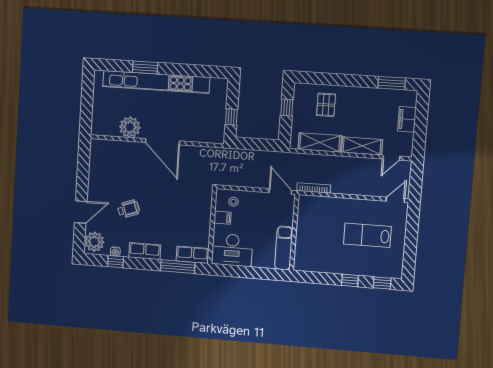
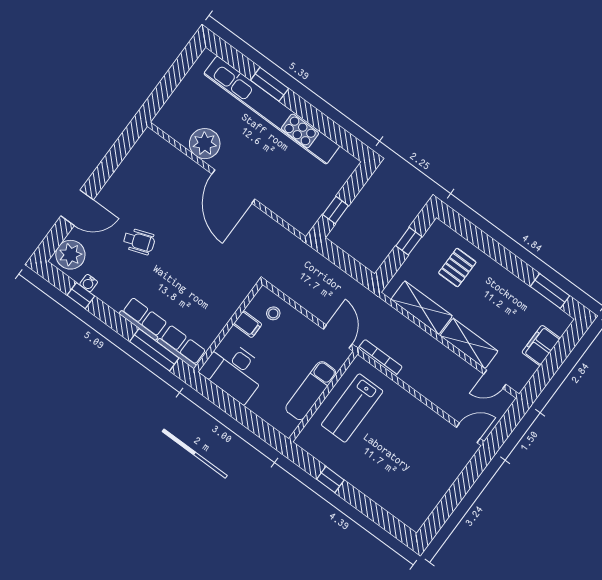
lab bench: (367, 235) -> (352, 408), moved, turned -90
exam couch: (284, 248) -> (311, 391), moved
row of seats: (145, 251) -> (143, 319), moved
window: (350, 280) -> (330, 480), moved
window: (382, 283) -> (390, 524), removed

